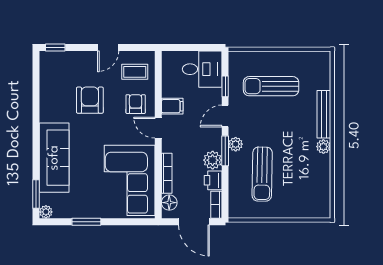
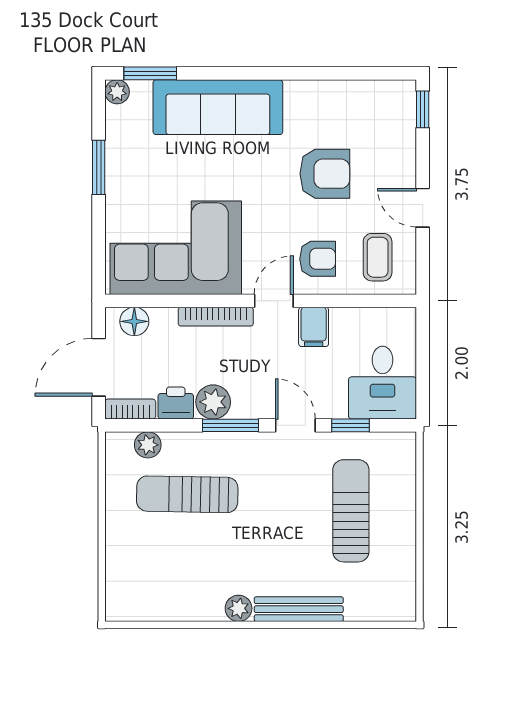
plant: (236, 144) -> (148, 445), moved
bookcase: (167, 173) -> (216, 317), moved

